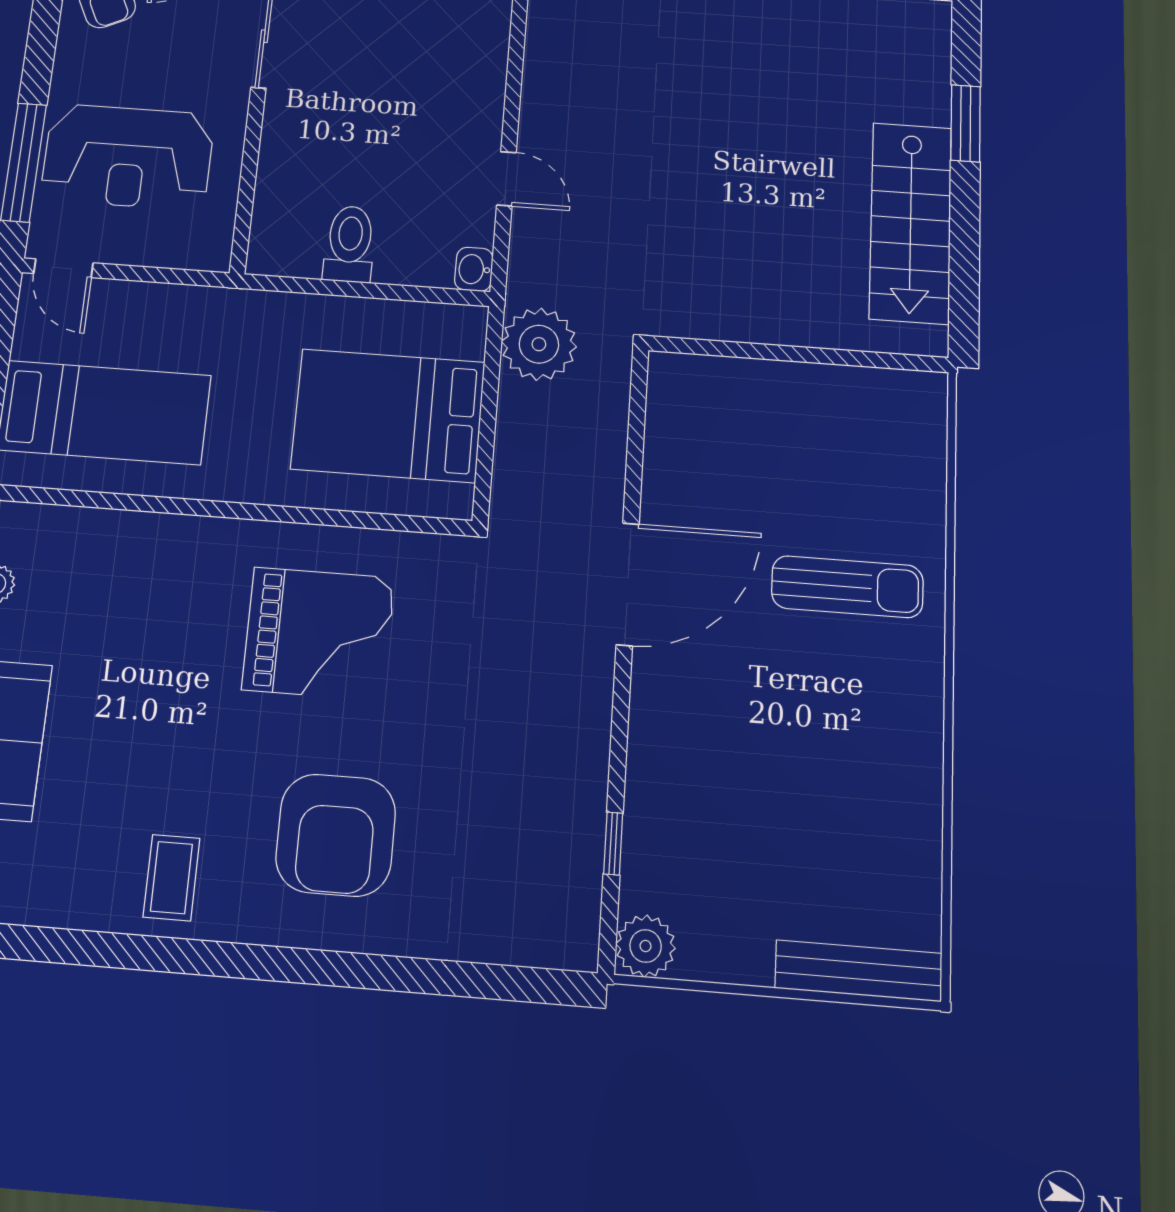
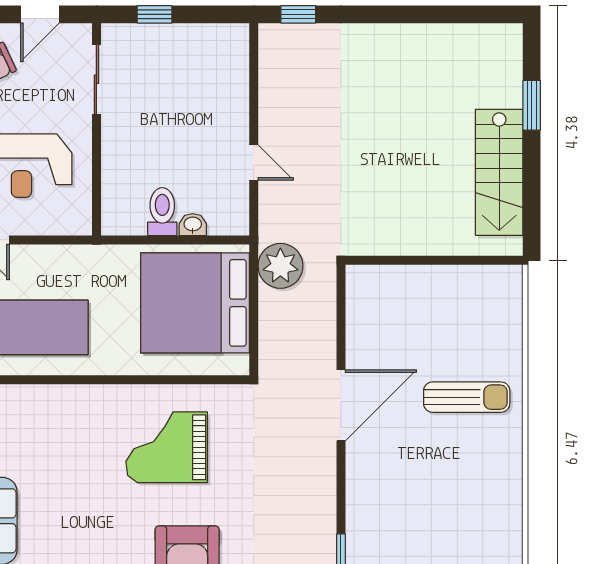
washbasin: (474, 269) -> (193, 225), moved, turned 90
bed: (388, 415) -> (195, 303), width x1.36
grand piano: (319, 633) -> (167, 447), turned 180

